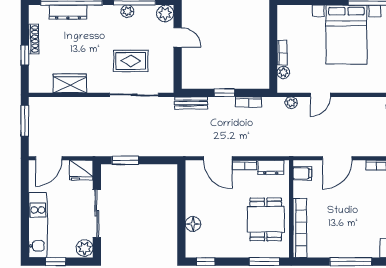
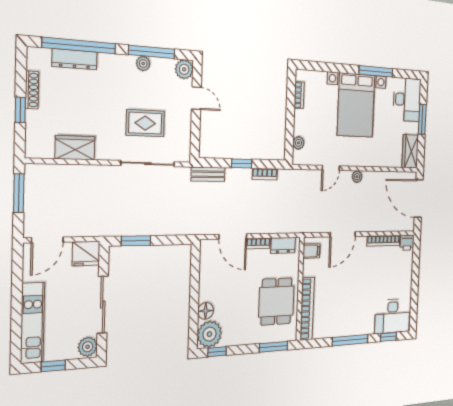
bookcase: (282, 53) -> (299, 95), moved
plant: (291, 103) -> (357, 177), moved
plant: (198, 245) -> (209, 334), added

